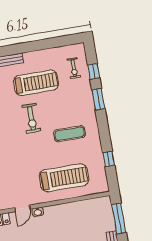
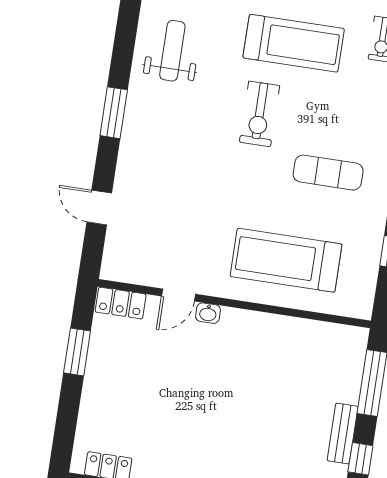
treadmill: (64, 178) -> (286, 260), turned 180

